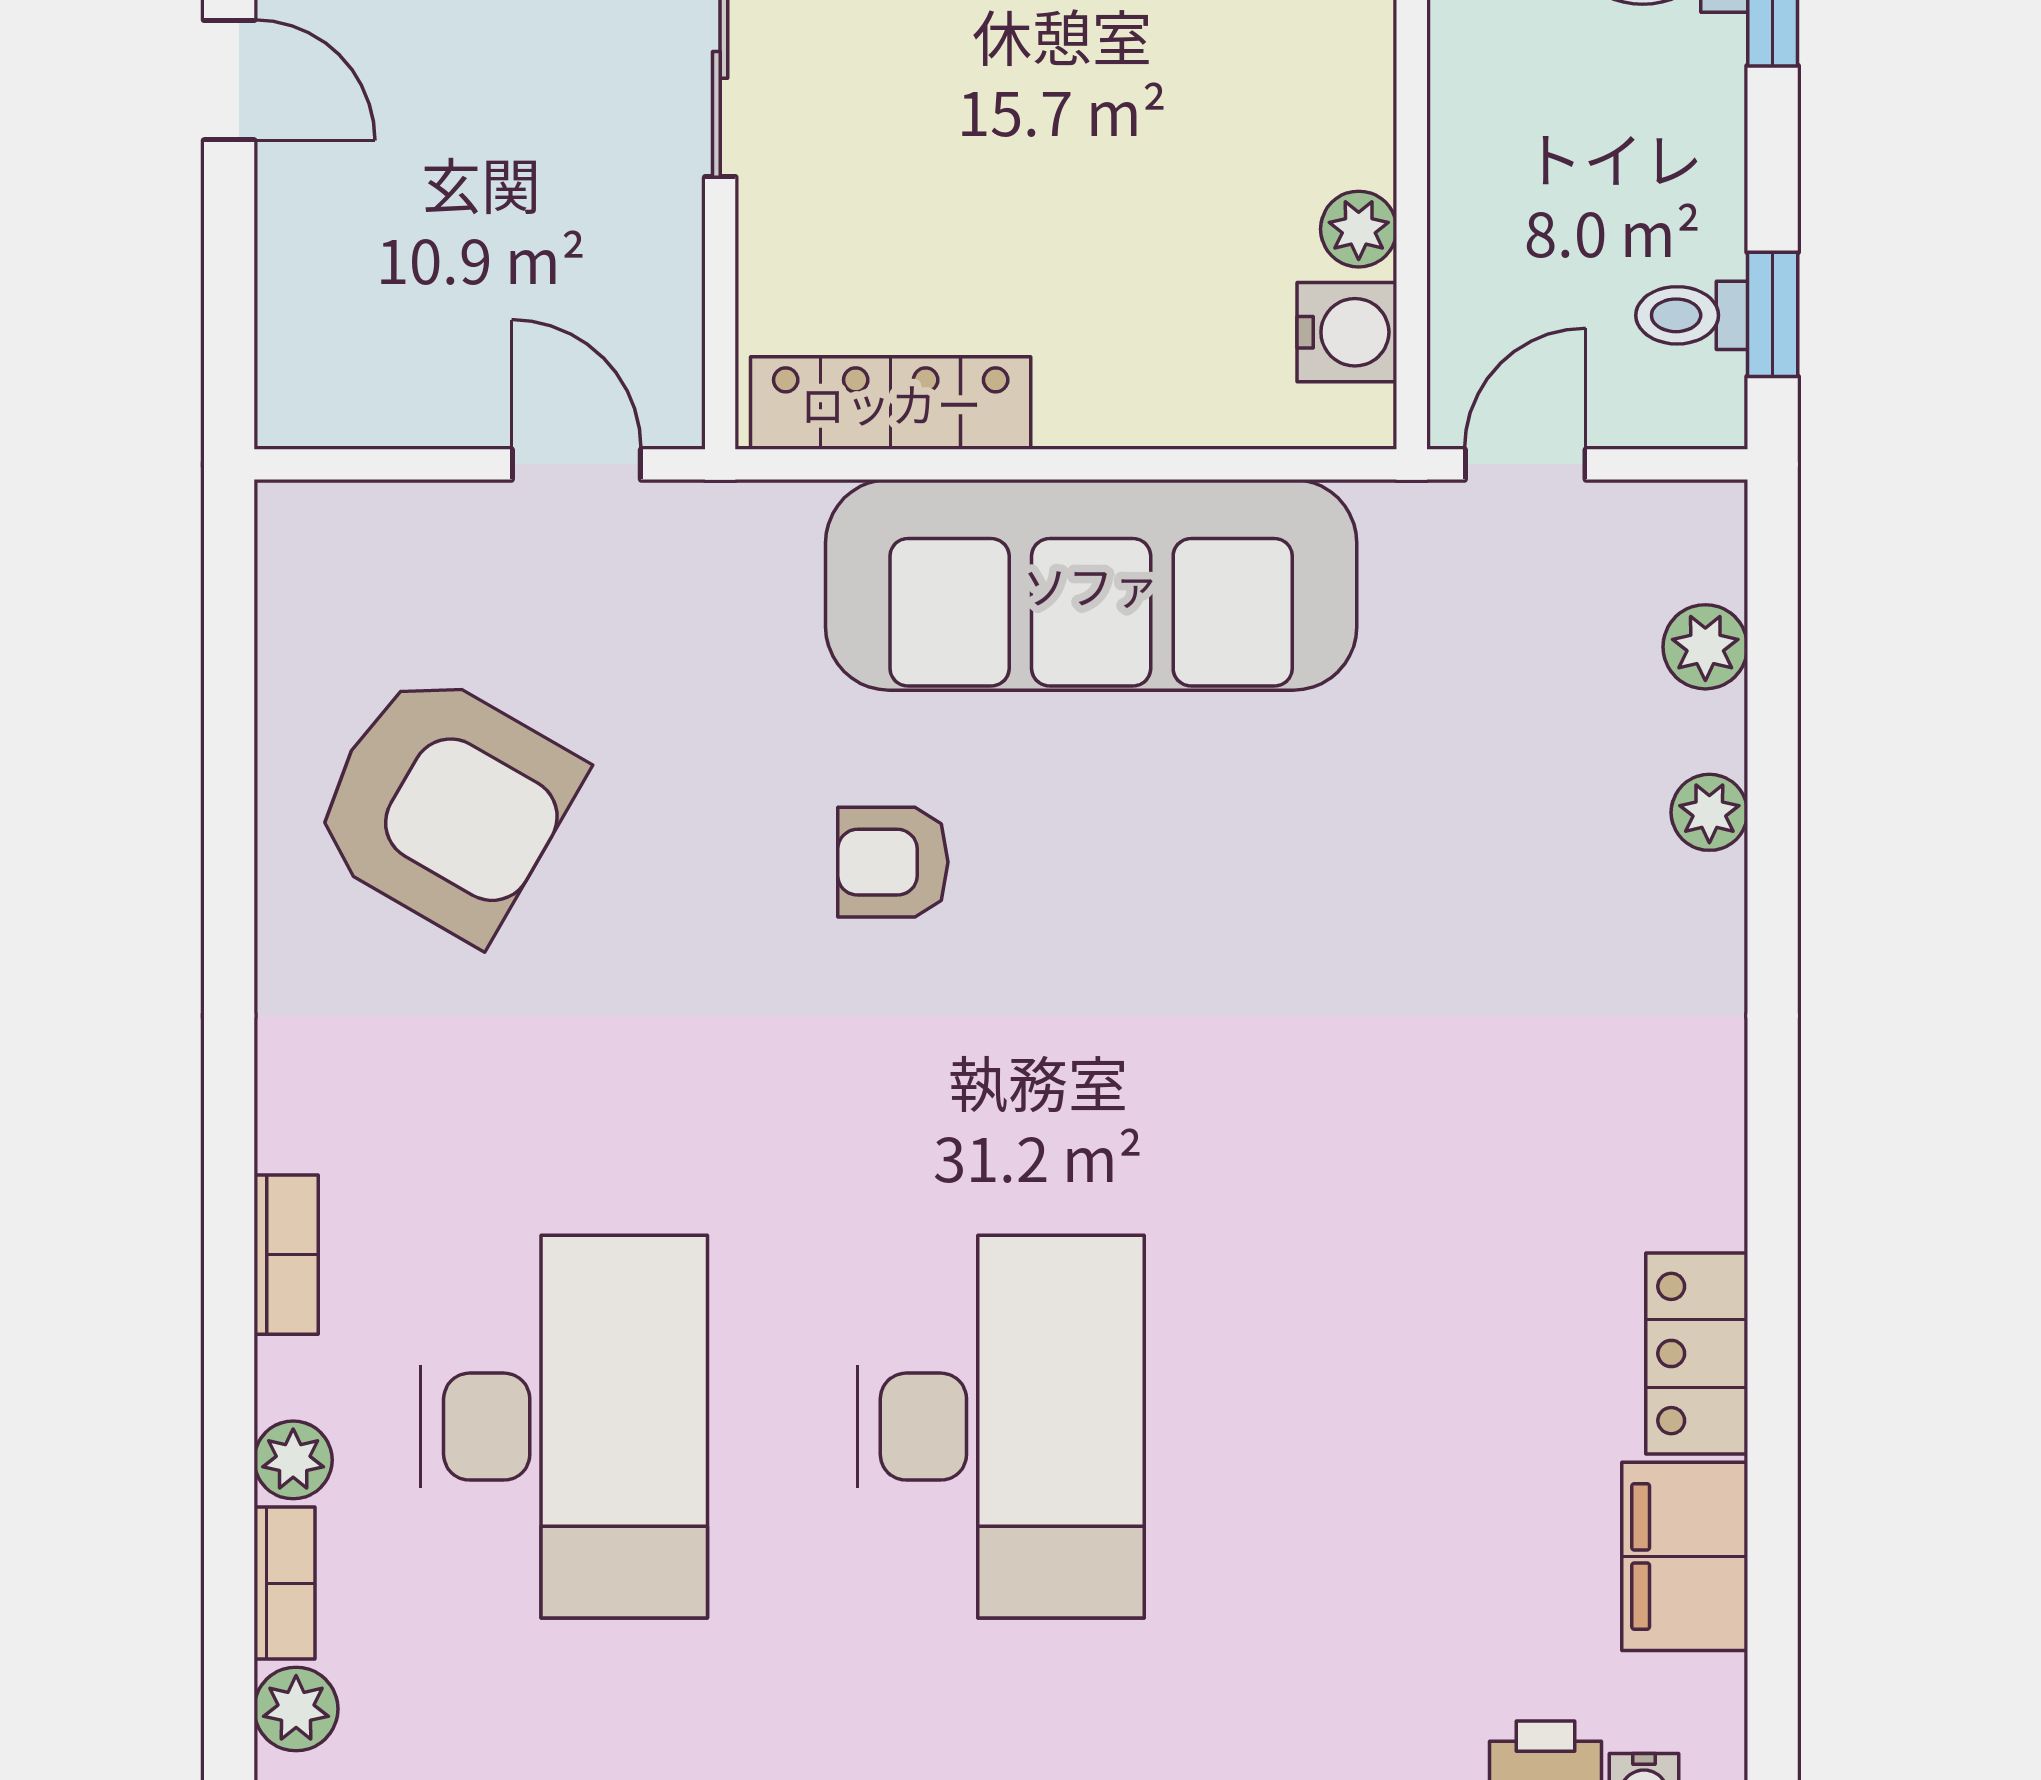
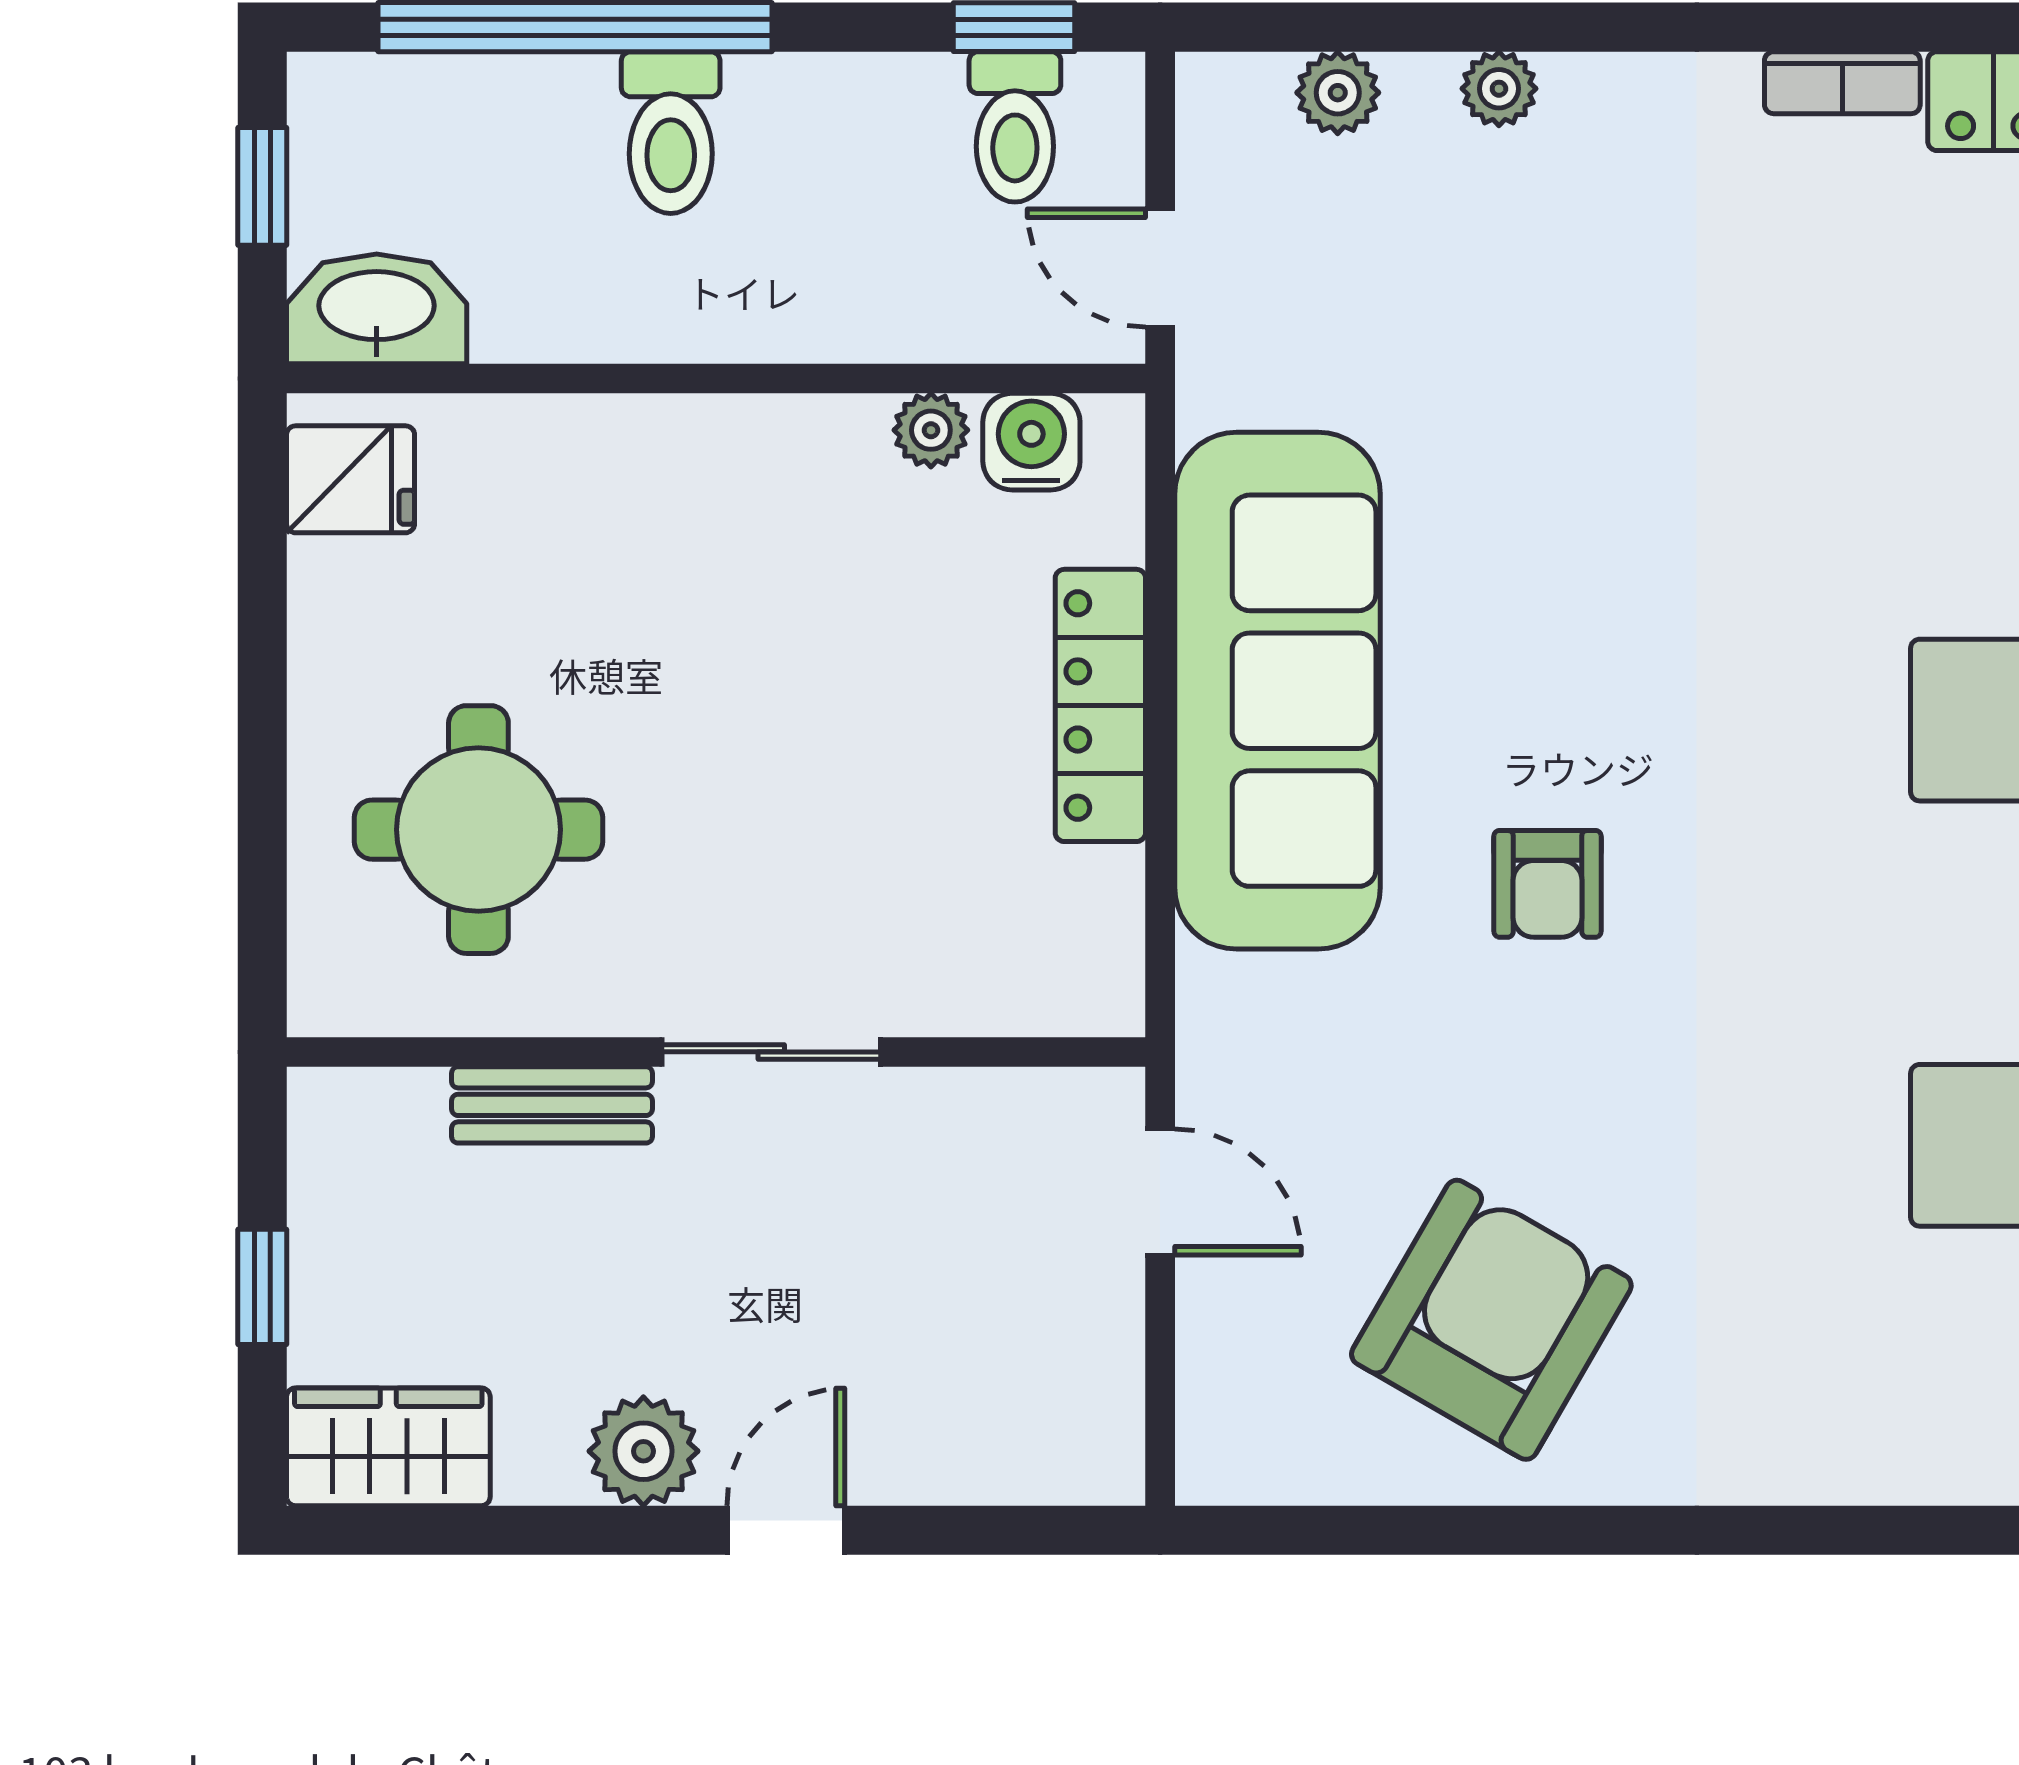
toilet: (1692, 315) -> (1015, 127), width x1.37, depth x1.39
locker: (891, 403) -> (1100, 705), moved
door: (576, 464) -> (1160, 1192), swing flipped
bookcase: (286, 1255) -> (1842, 83), moved, turned 180

